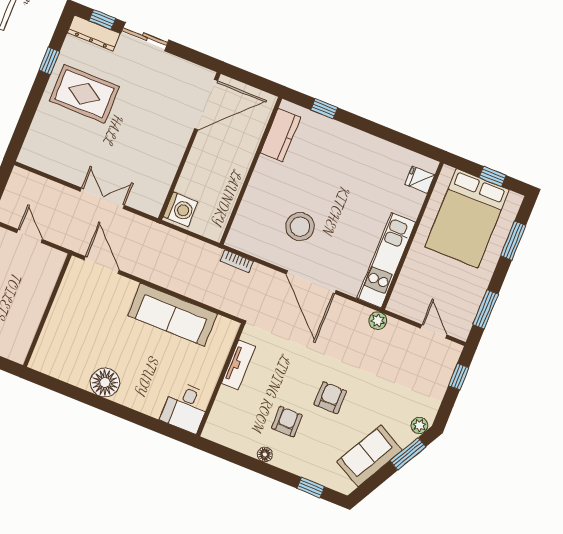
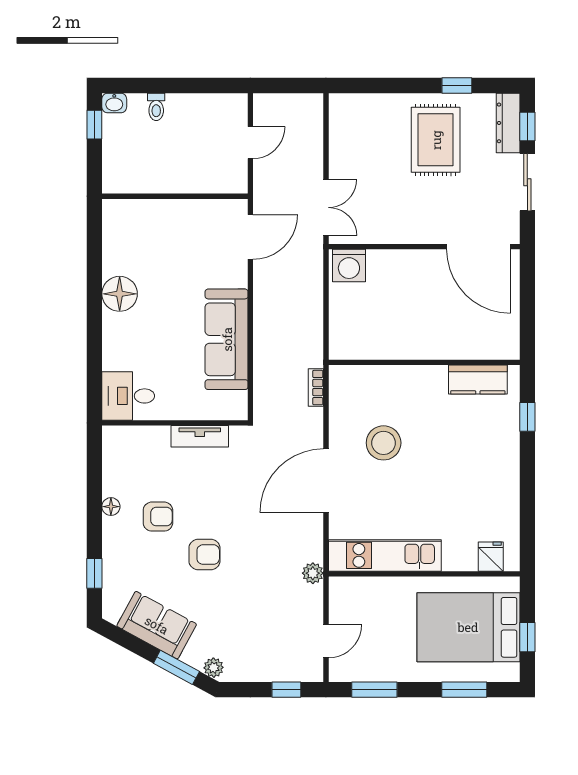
door: (206, 105) -> (478, 247), moved
wall: (189, 146) -> (424, 247), moved
washing machine: (181, 209) -> (349, 265), moved

